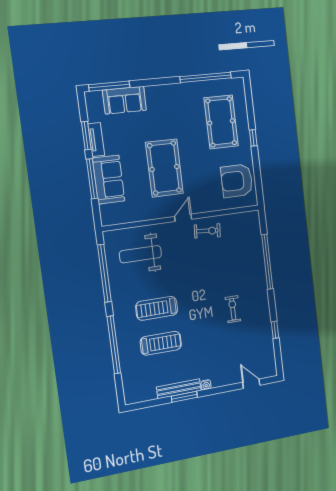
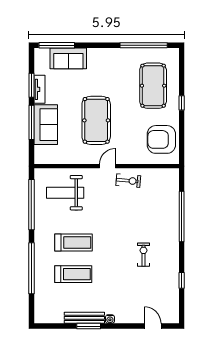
treadmill: (157, 308) -> (73, 243), turned 180

